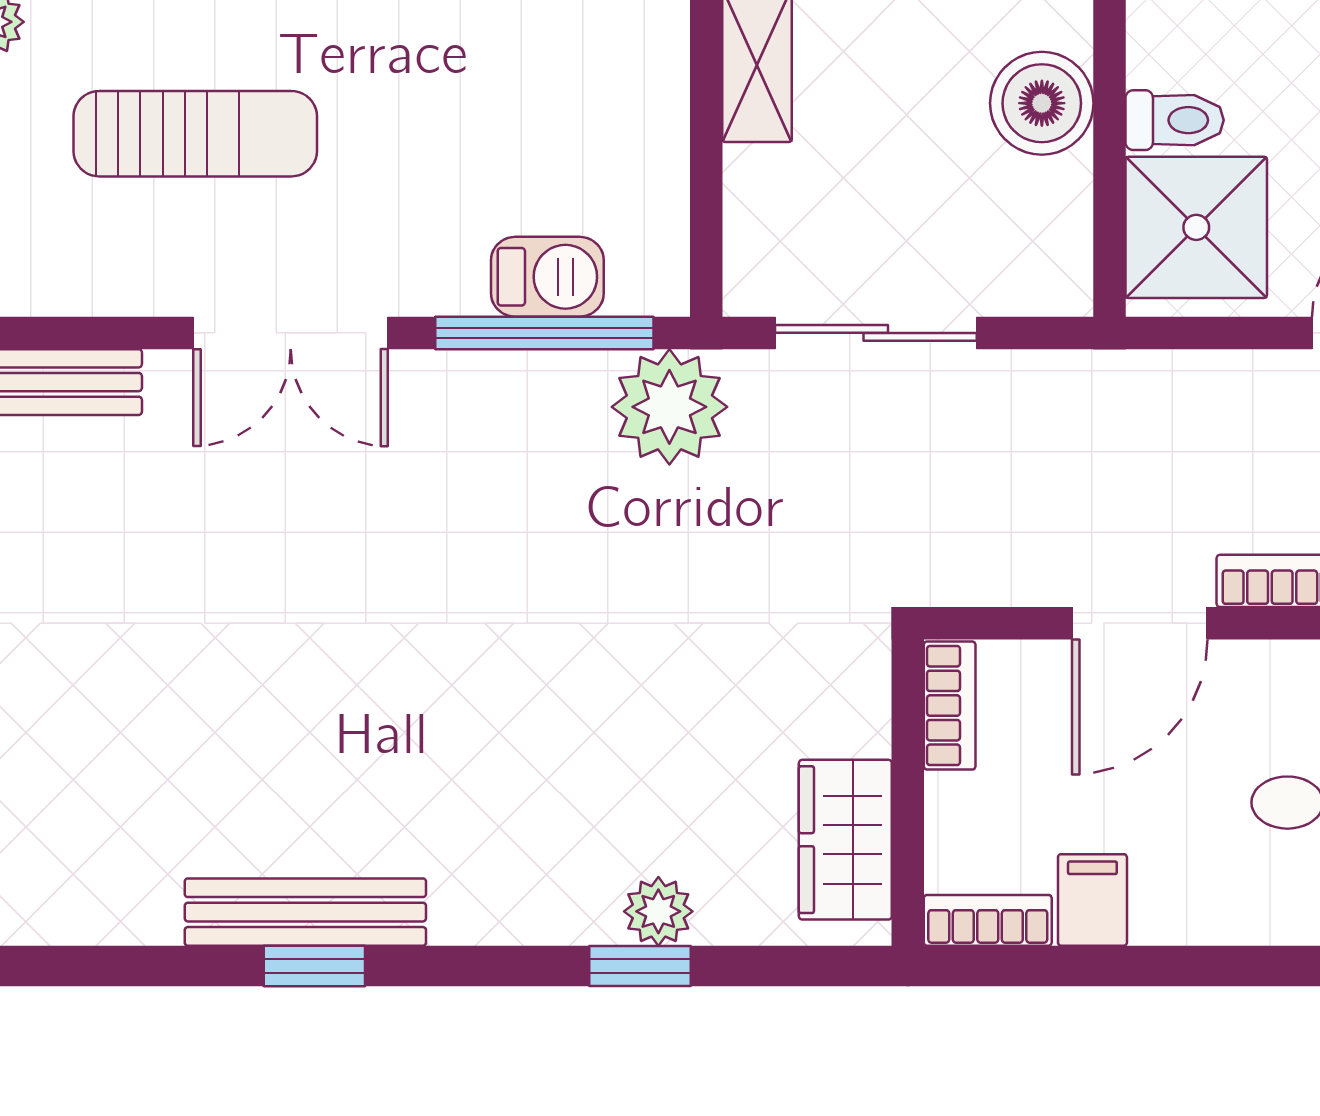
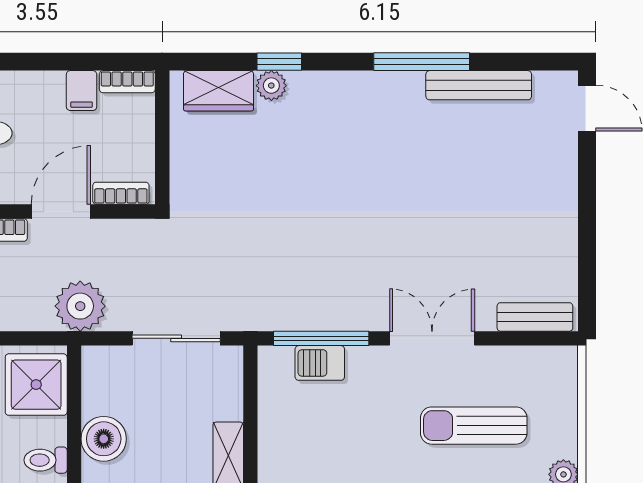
toilet: (1175, 120) -> (46, 460), moved
plant: (669, 407) -> (80, 306), moved
bookcase: (950, 706) -> (121, 193), moved, turned 90
wardrobe: (845, 840) -> (218, 91), moved, turned 90
bench: (305, 912) -> (479, 85), moved
window: (314, 966) -> (422, 62), width x2.17

